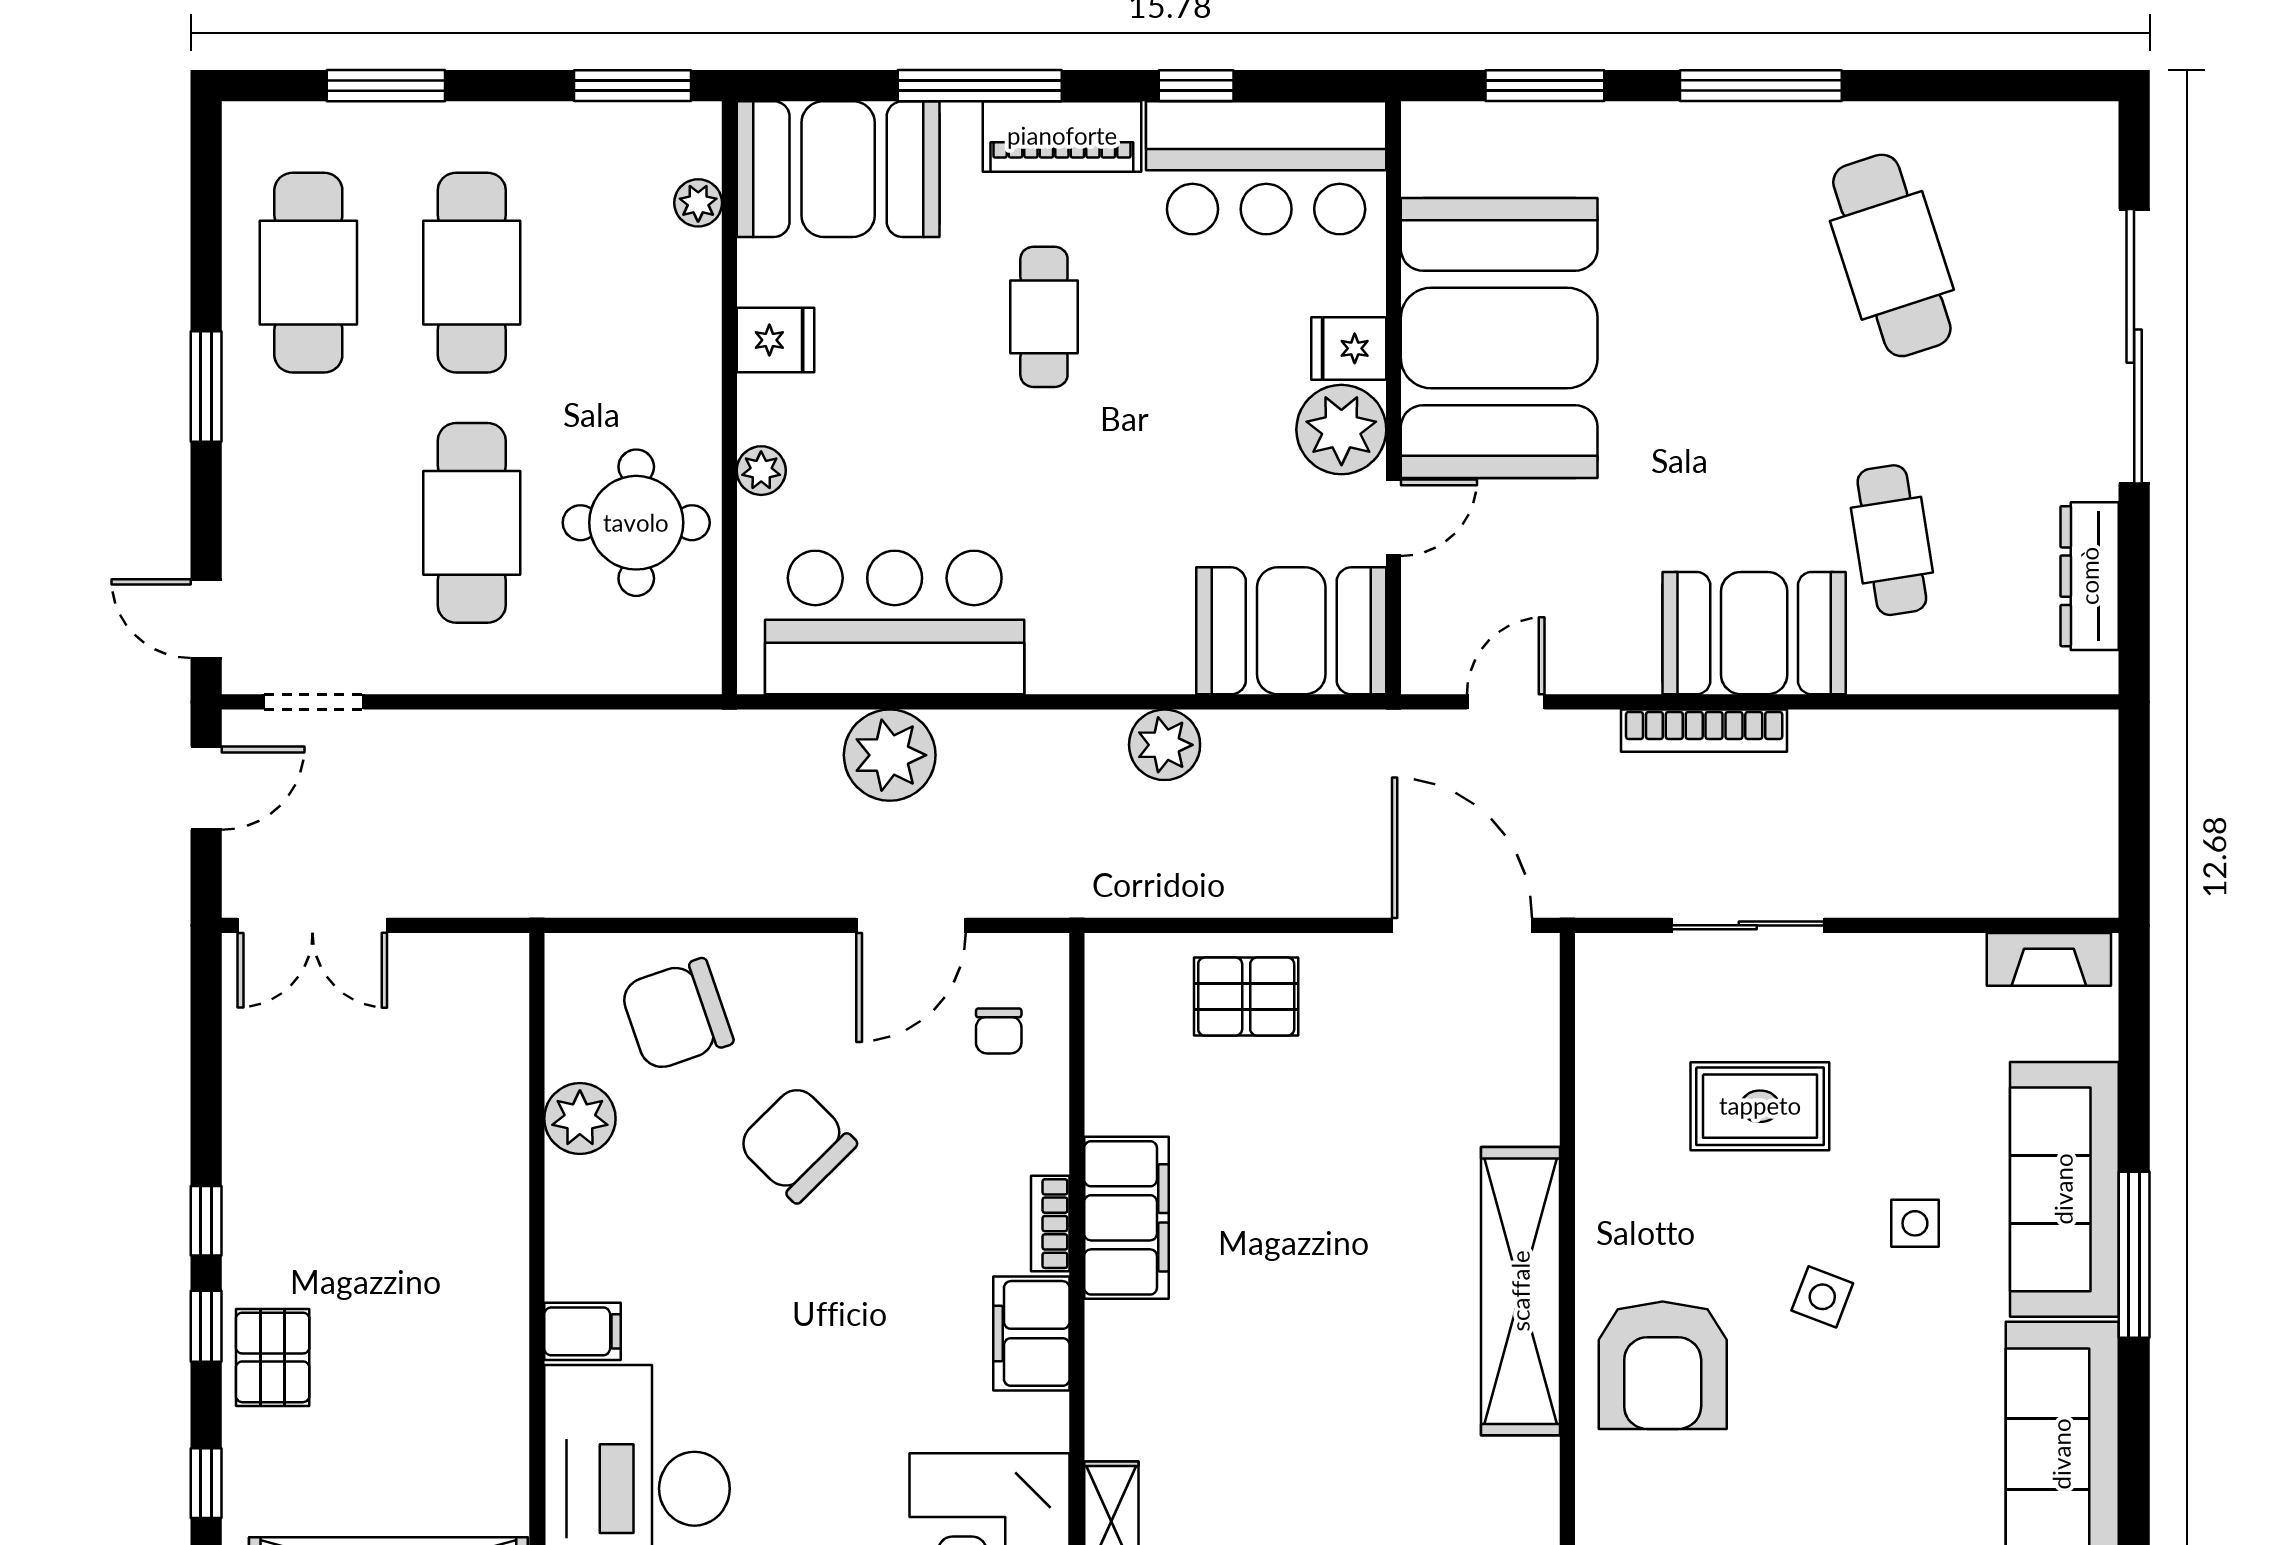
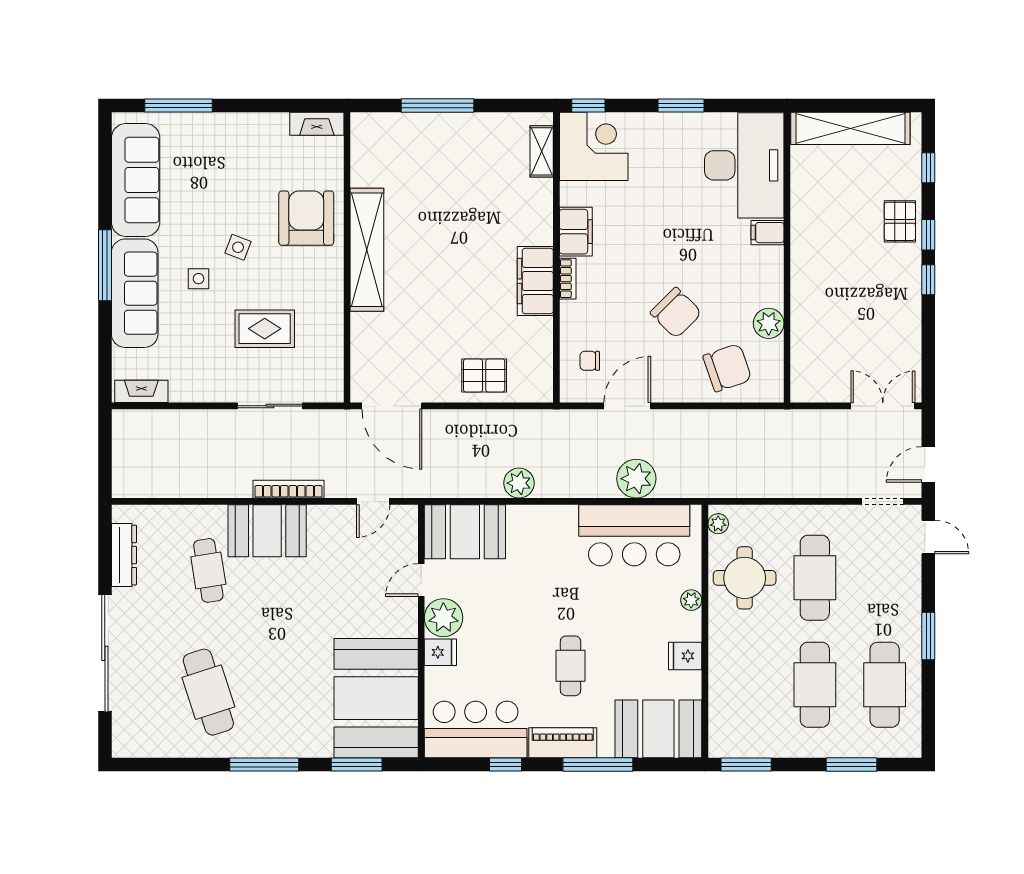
plant: (698, 203) -> (718, 524), moved
booth: (1499, 338) -> (376, 698), moved
chair: (999, 1031) -> (590, 361), turned -90

